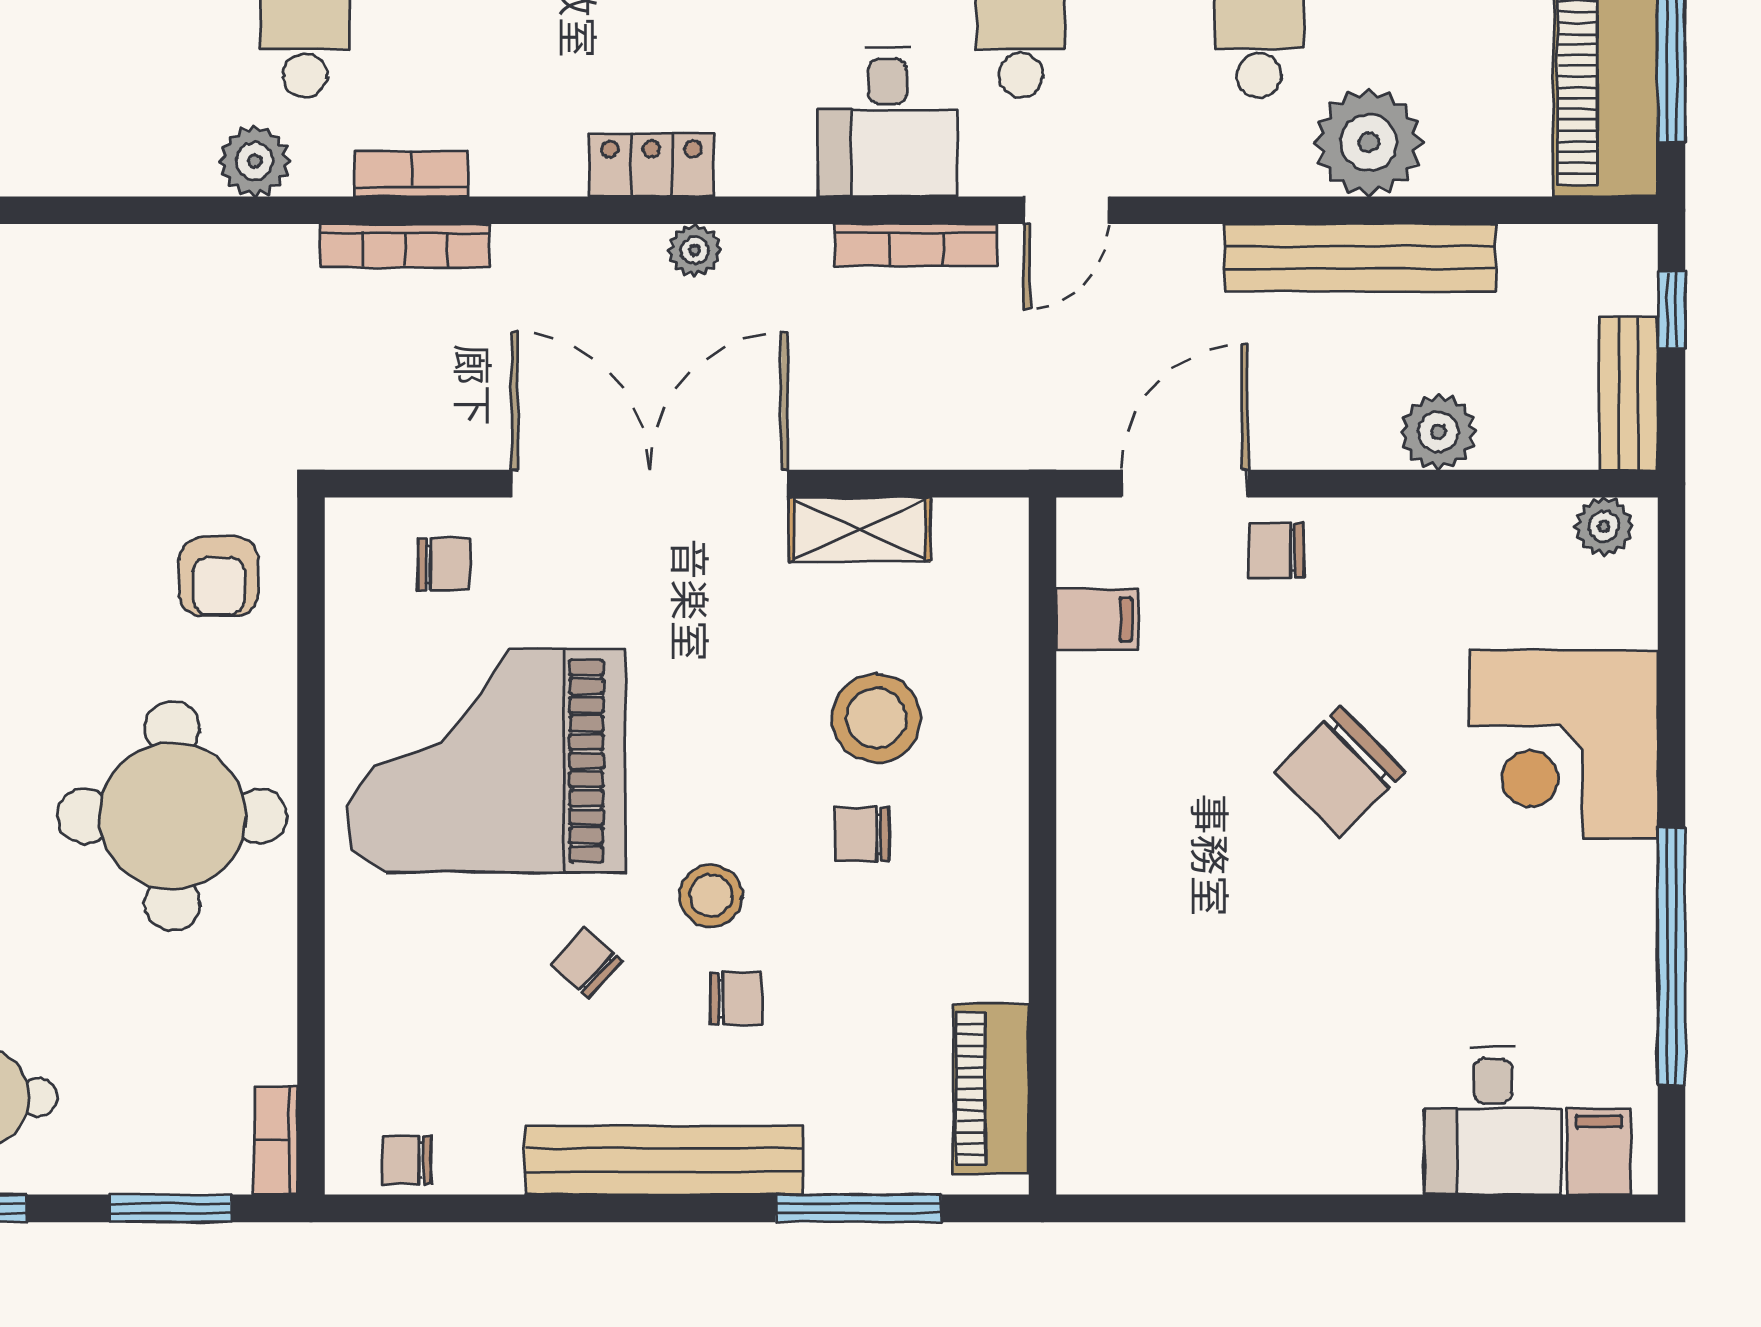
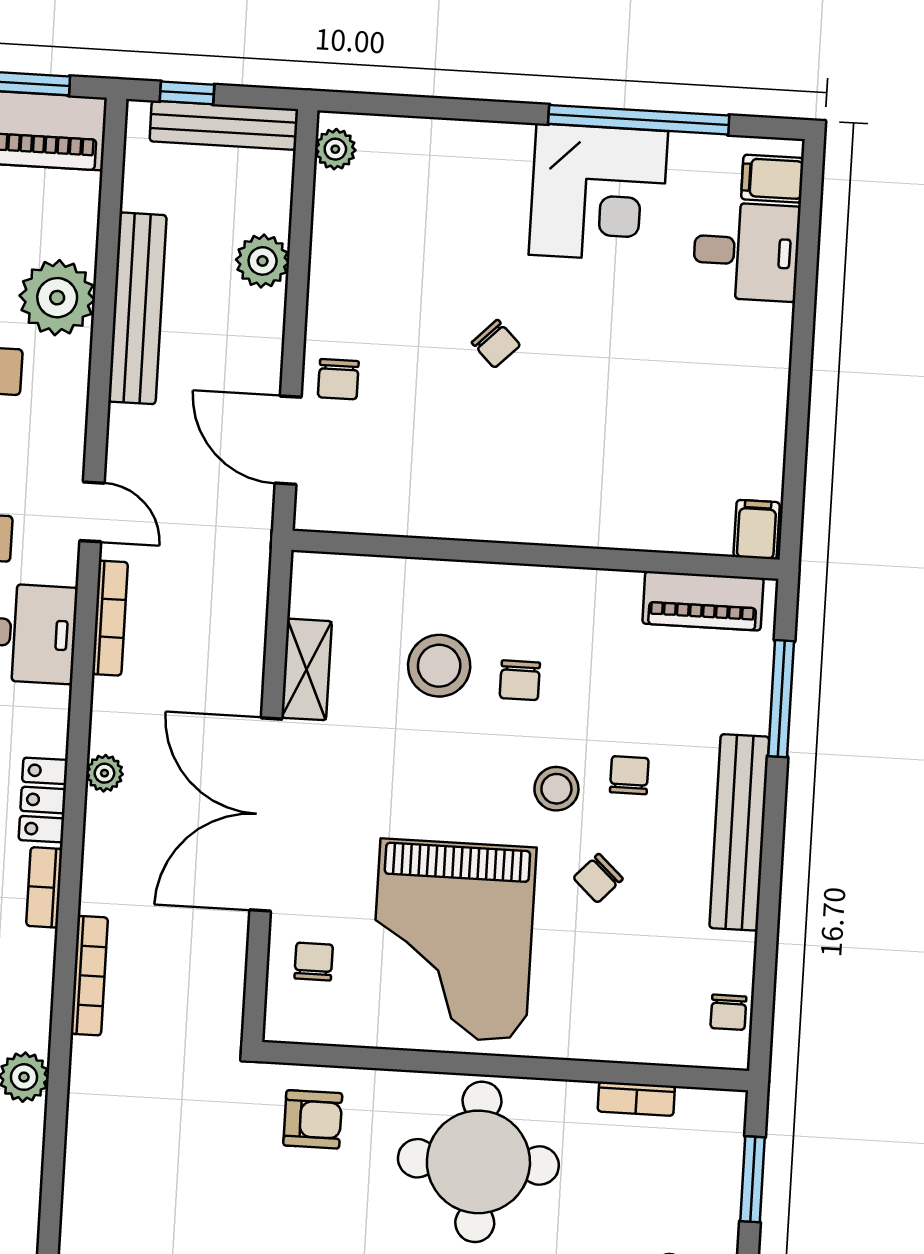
bookcase: (412, 174) -> (44, 887), moved
bench: (1629, 393) -> (224, 125), width x1.36
filing cabinet: (1097, 620) -> (757, 530), moved
corner desk: (1564, 745) -> (598, 193), moved
chair: (1340, 772) -> (496, 344), width x0.54, depth x0.54
bookcase: (276, 1141) -> (636, 1099), moved

